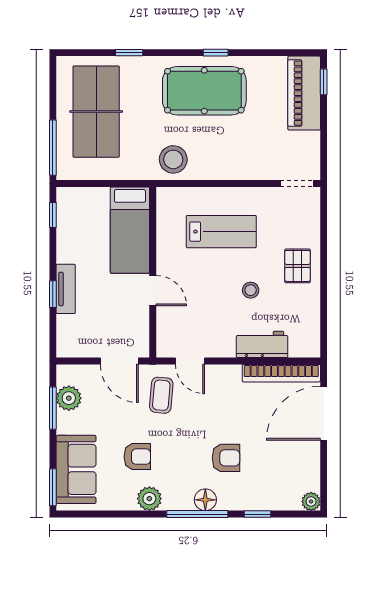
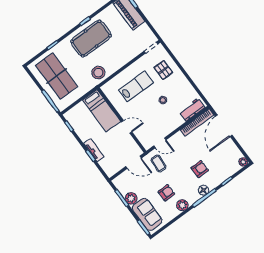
pallet: (298, 266) -> (163, 70), moved
workbench: (262, 344) -> (192, 110), moved
plant: (69, 398) -> (131, 198), moved

